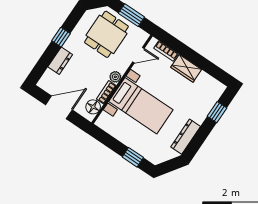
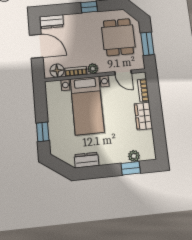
dining table: (106, 34) -> (118, 37), turned 90
dresser: (60, 61) -> (52, 22), moved
plant: (210, 102) -> (134, 156), added
dresser: (186, 137) -> (87, 160), width x0.70

